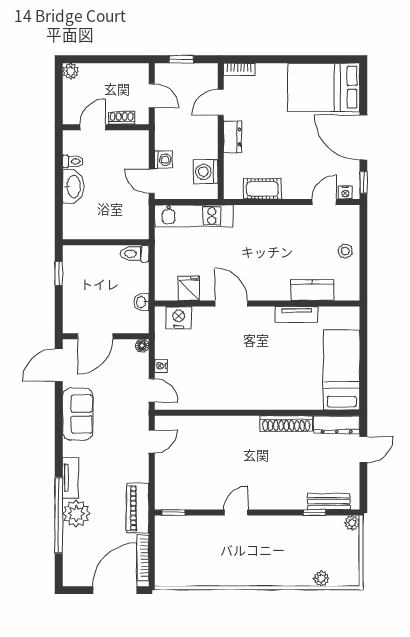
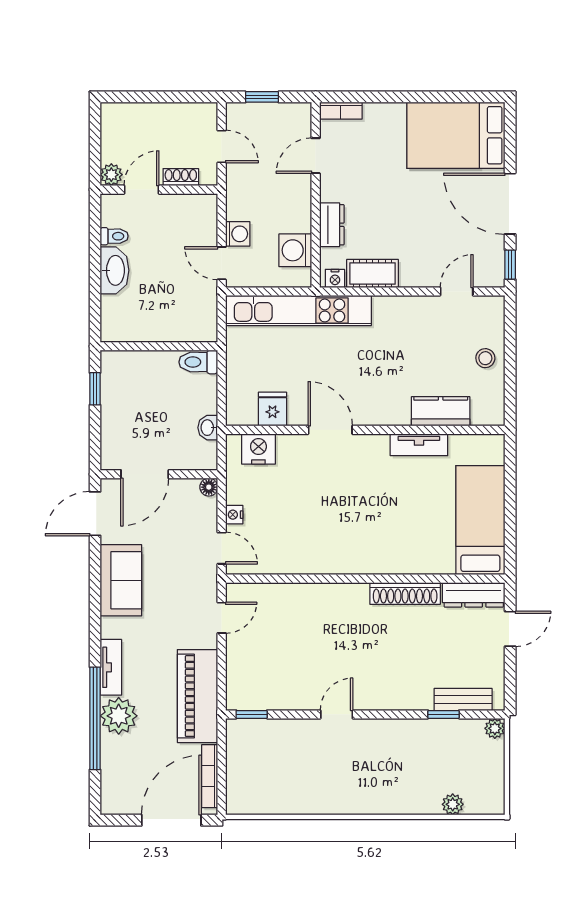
plant: (71, 71) -> (111, 175), moved
dresser: (233, 137) -> (332, 225), moved
nightstand: (345, 192) -> (335, 278), moved
kitchen unit: (194, 216) -> (298, 310), width x1.36
piano: (138, 508) -> (198, 696), width x1.37, depth x1.33

